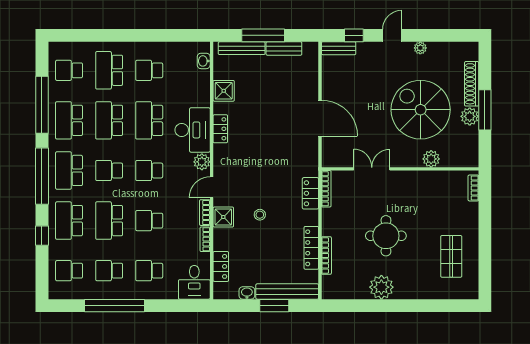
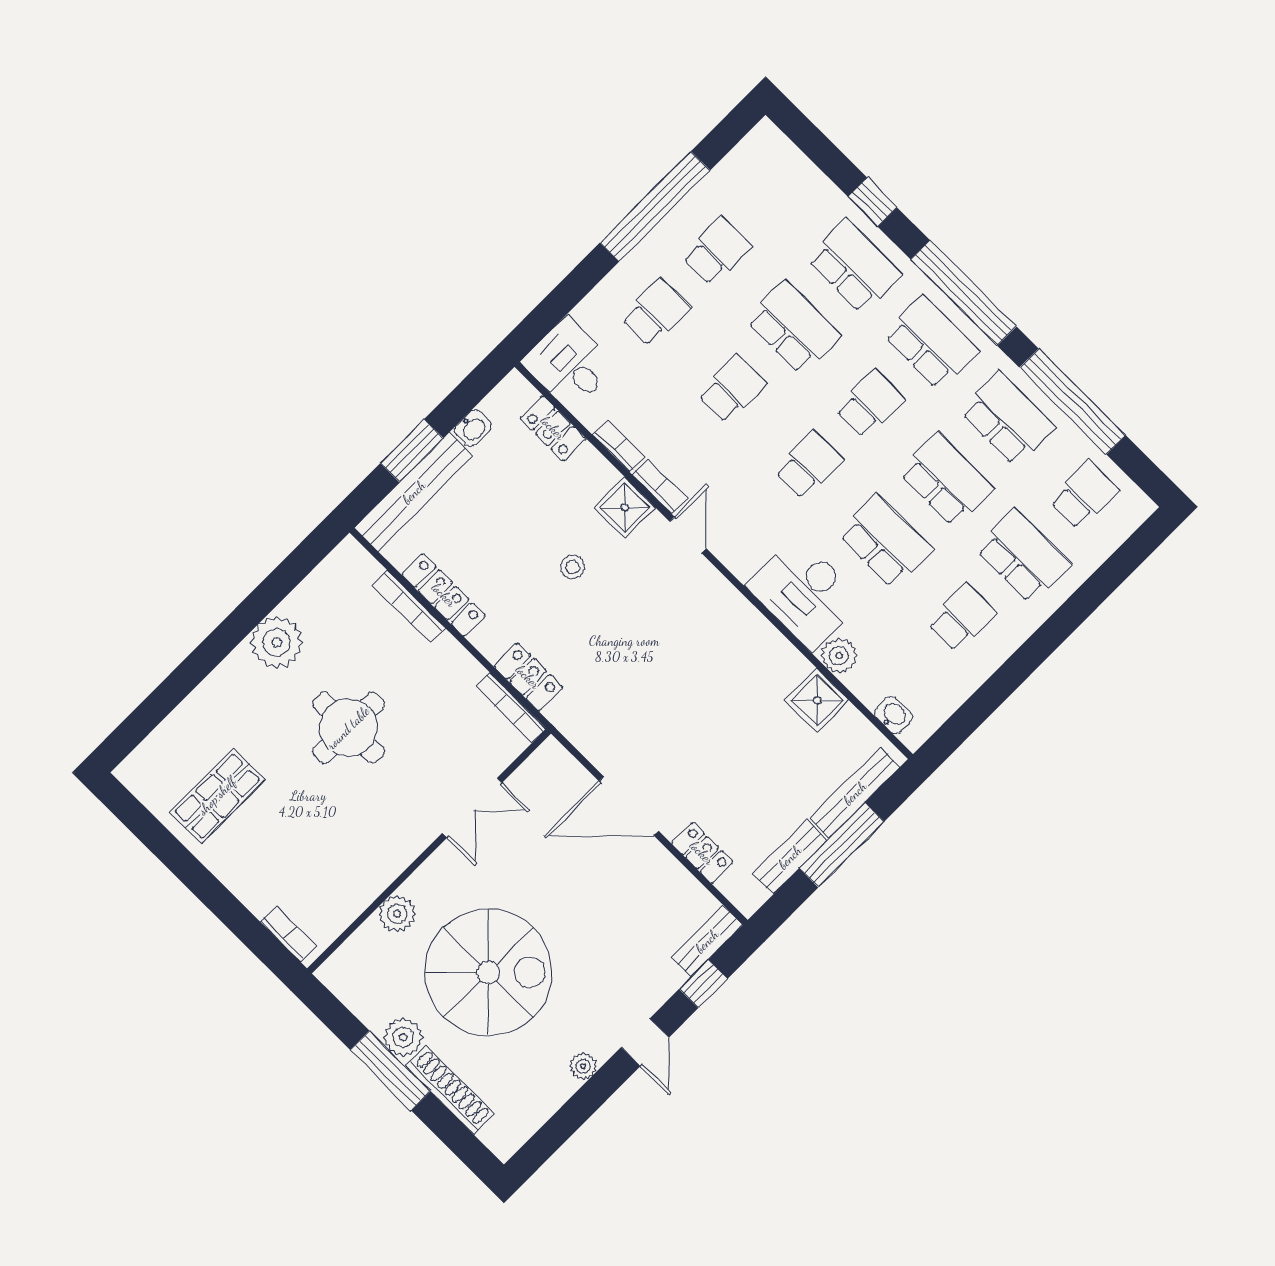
locker: (220, 129) -> (702, 853), moved, turned 180
plant: (202, 162) -> (839, 656), moved
shop shelf: (451, 256) -> (217, 796), turned 90
school desk: (69, 271) -> (778, 190), removed

